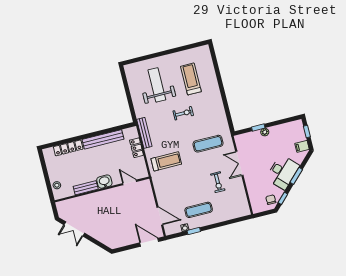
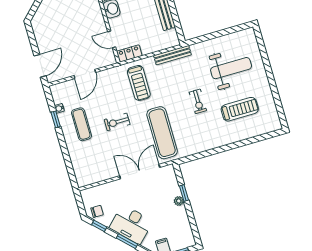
exercise mat: (208, 144) -> (162, 133), width x1.36, depth x1.45
locker: (137, 148) -> (129, 54), moved
double door: (239, 163) -> (140, 172), width x1.37
door: (130, 182) -> (112, 39), swing flipped
exercise bike: (218, 182) -> (117, 122), moved
door: (160, 216) -> (85, 74), moved

